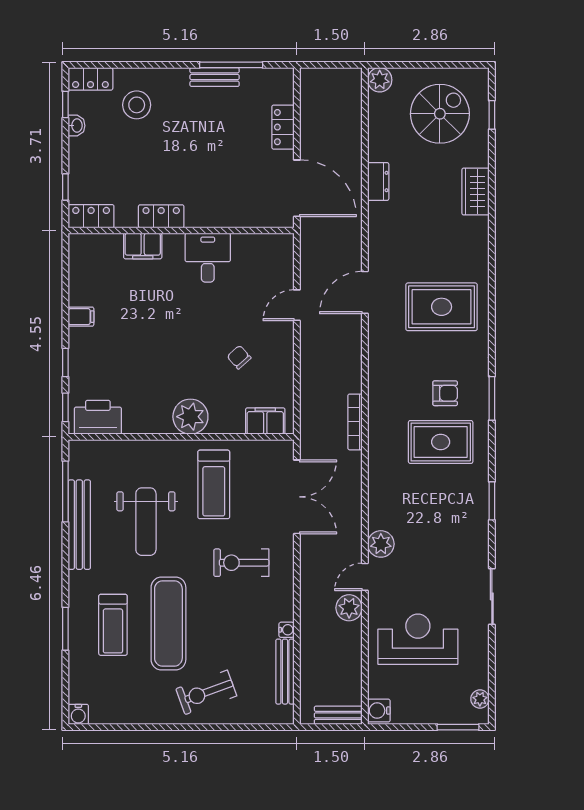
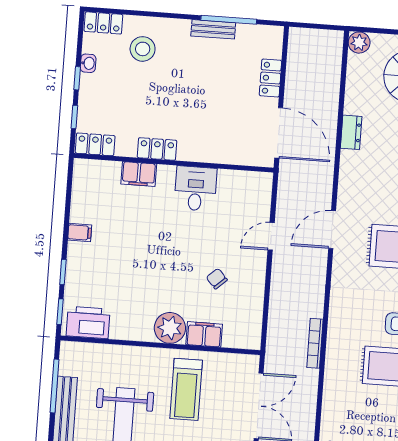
window: (65, 104) -> (77, 78), moved
filing cabinet: (265, 421) -> (204, 334), moved

